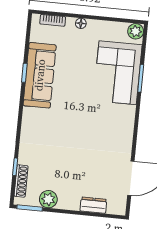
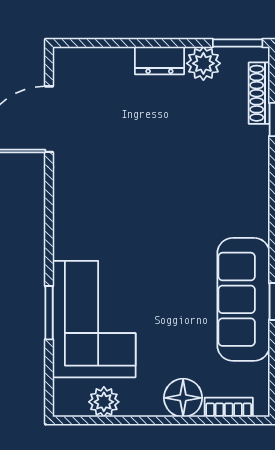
floor lamp: (81, 23) -> (183, 398), width x1.89, depth x1.89
plant: (136, 31) -> (104, 402), moved
dresser: (93, 205) -> (159, 60), moved

